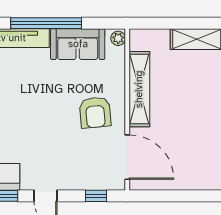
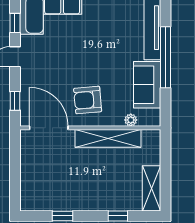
plant: (118, 38) -> (131, 120), moved
door: (127, 157) -> (49, 128), swing flipped

